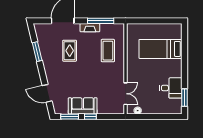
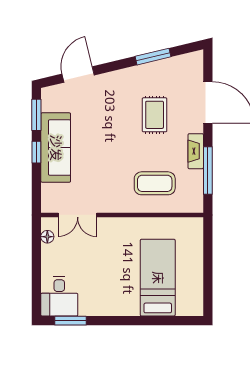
rug: (70, 51) -> (155, 115), turned 90
desk: (171, 88) -> (59, 296), moved
sofa: (83, 106) -> (56, 148), width x1.36

